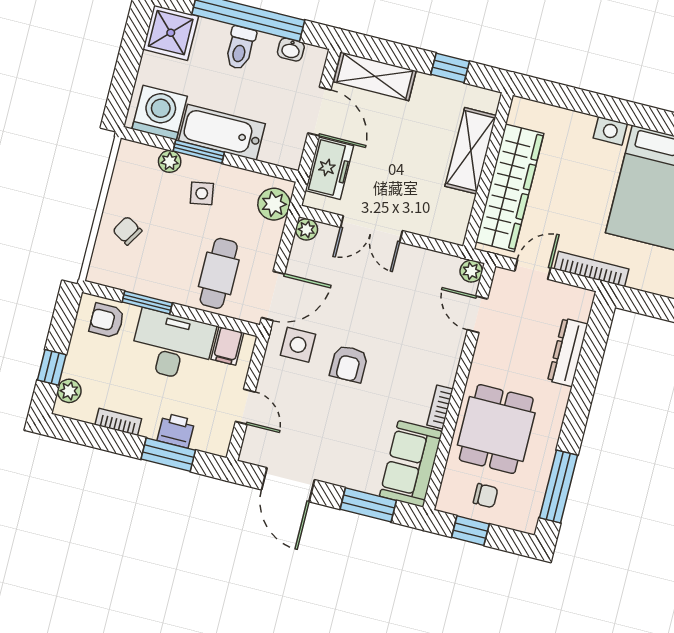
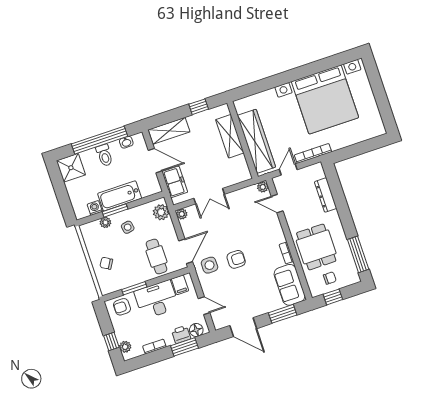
washing machine: (160, 113) -> (95, 208), width x0.53, depth x0.53
armchair: (349, 364) -> (236, 259), turned -90
floor lamp: (206, 439) -> (196, 330), added

